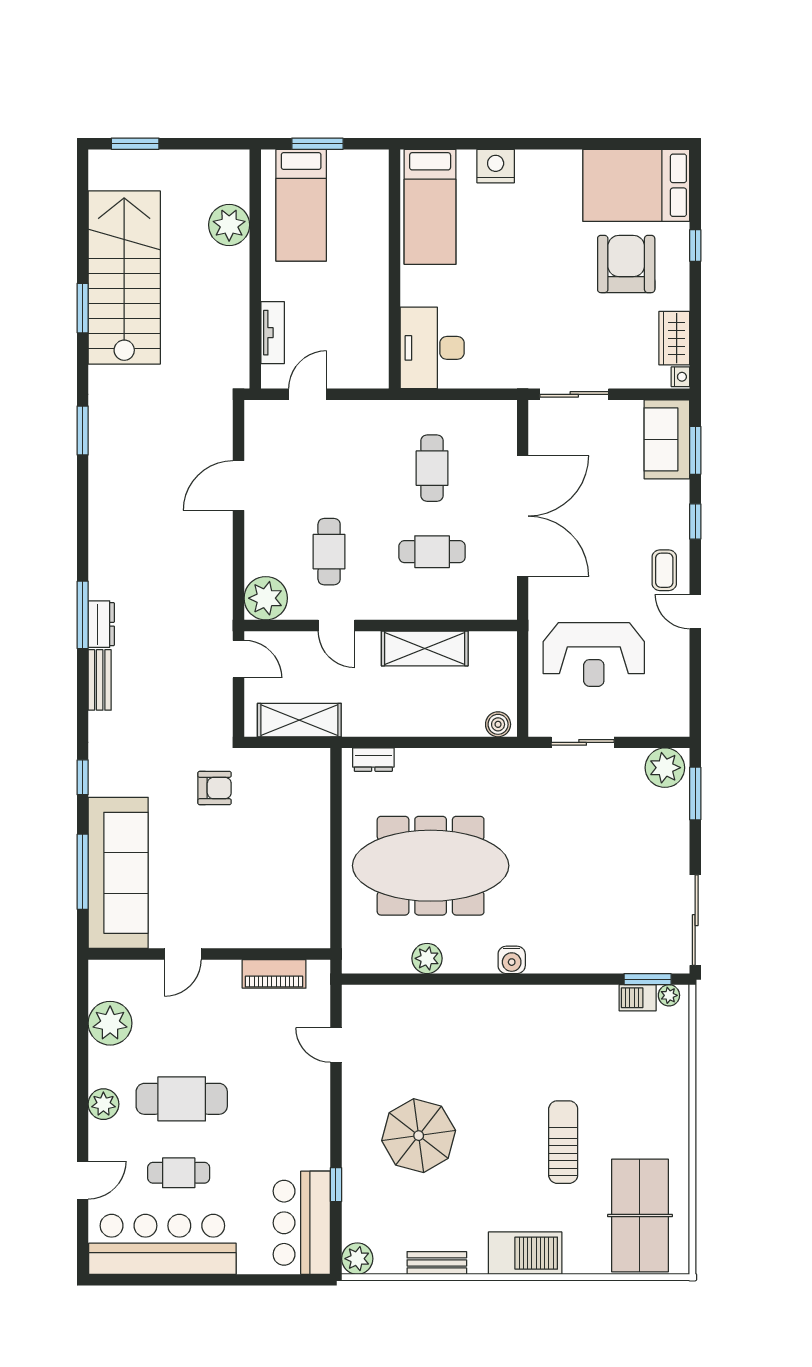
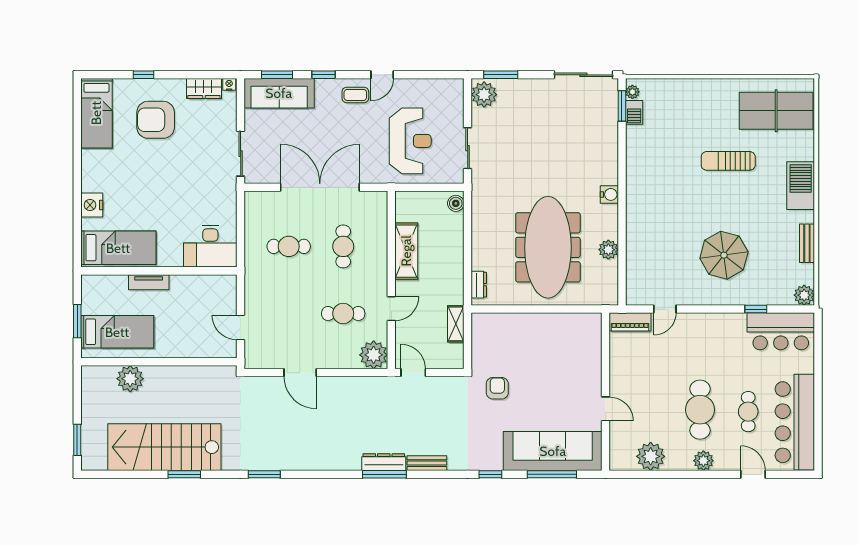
bed: (636, 185) -> (96, 113), width x0.67
tv unit: (273, 333) -> (149, 282), moved, turned 180
sofa: (667, 439) -> (279, 93), width x1.36
dresser: (101, 624) -> (384, 462), width x1.44
door: (239, 659) -> (413, 373), hinge flipped
shelving: (299, 720) -> (456, 324), width x0.67, depth x0.75
piano: (274, 974) -> (630, 322), moved, turned 90

